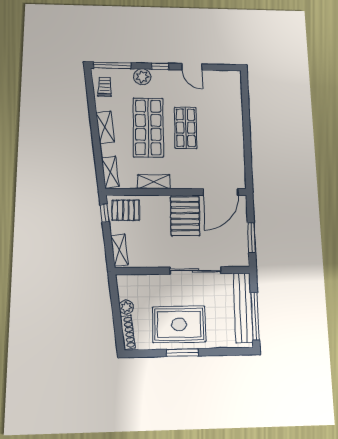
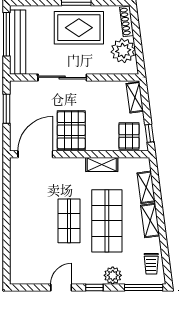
door: (192, 67) -> (61, 287), hinge flipped
shelving: (110, 172) -> (146, 187), moved
pallet: (126, 210) -> (129, 136), turned 90
plant: (126, 307) -> (123, 51), width x1.87, depth x1.87

